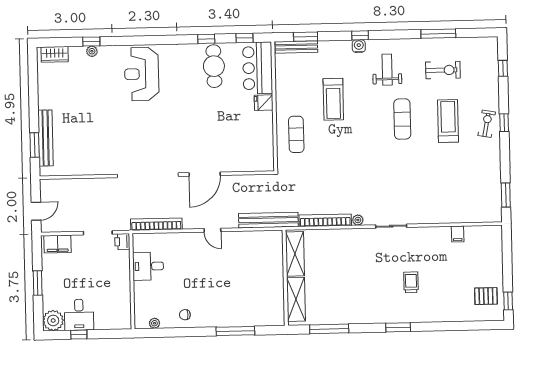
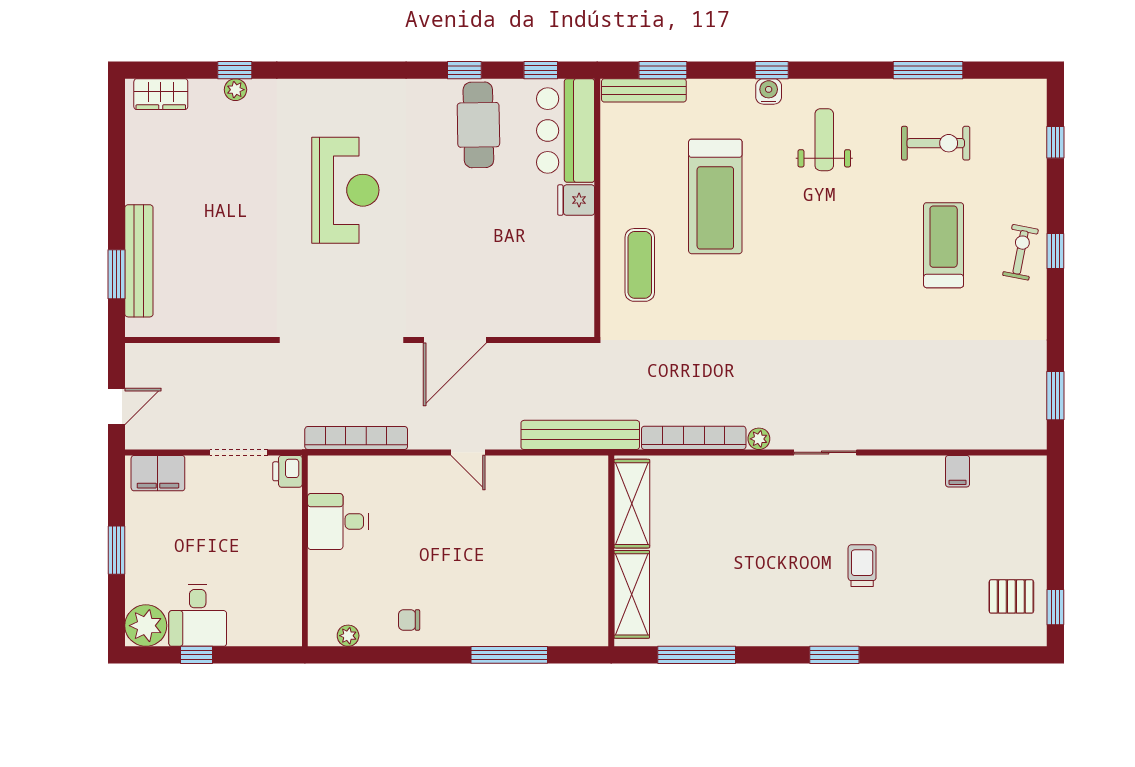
reception desk: (142, 74) -> (345, 190), moved, turned 180
treadmill: (333, 99) -> (715, 196), width x1.37, depth x1.38
exercise mat: (402, 119) -> (852, 239), removed

